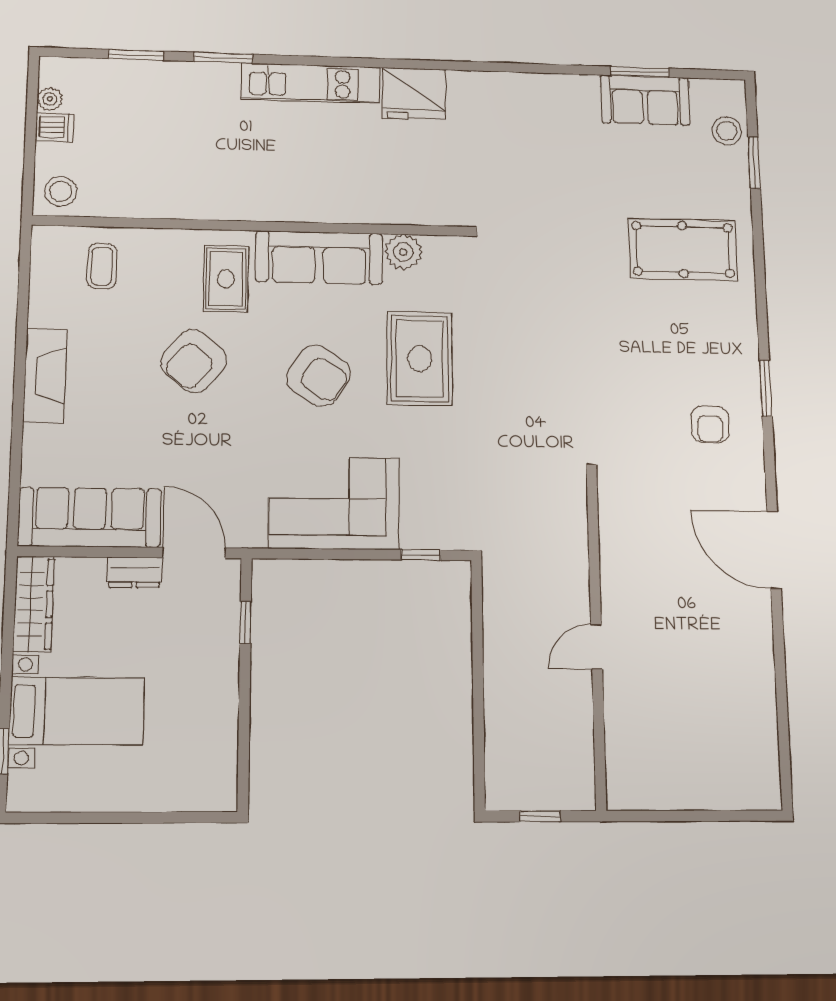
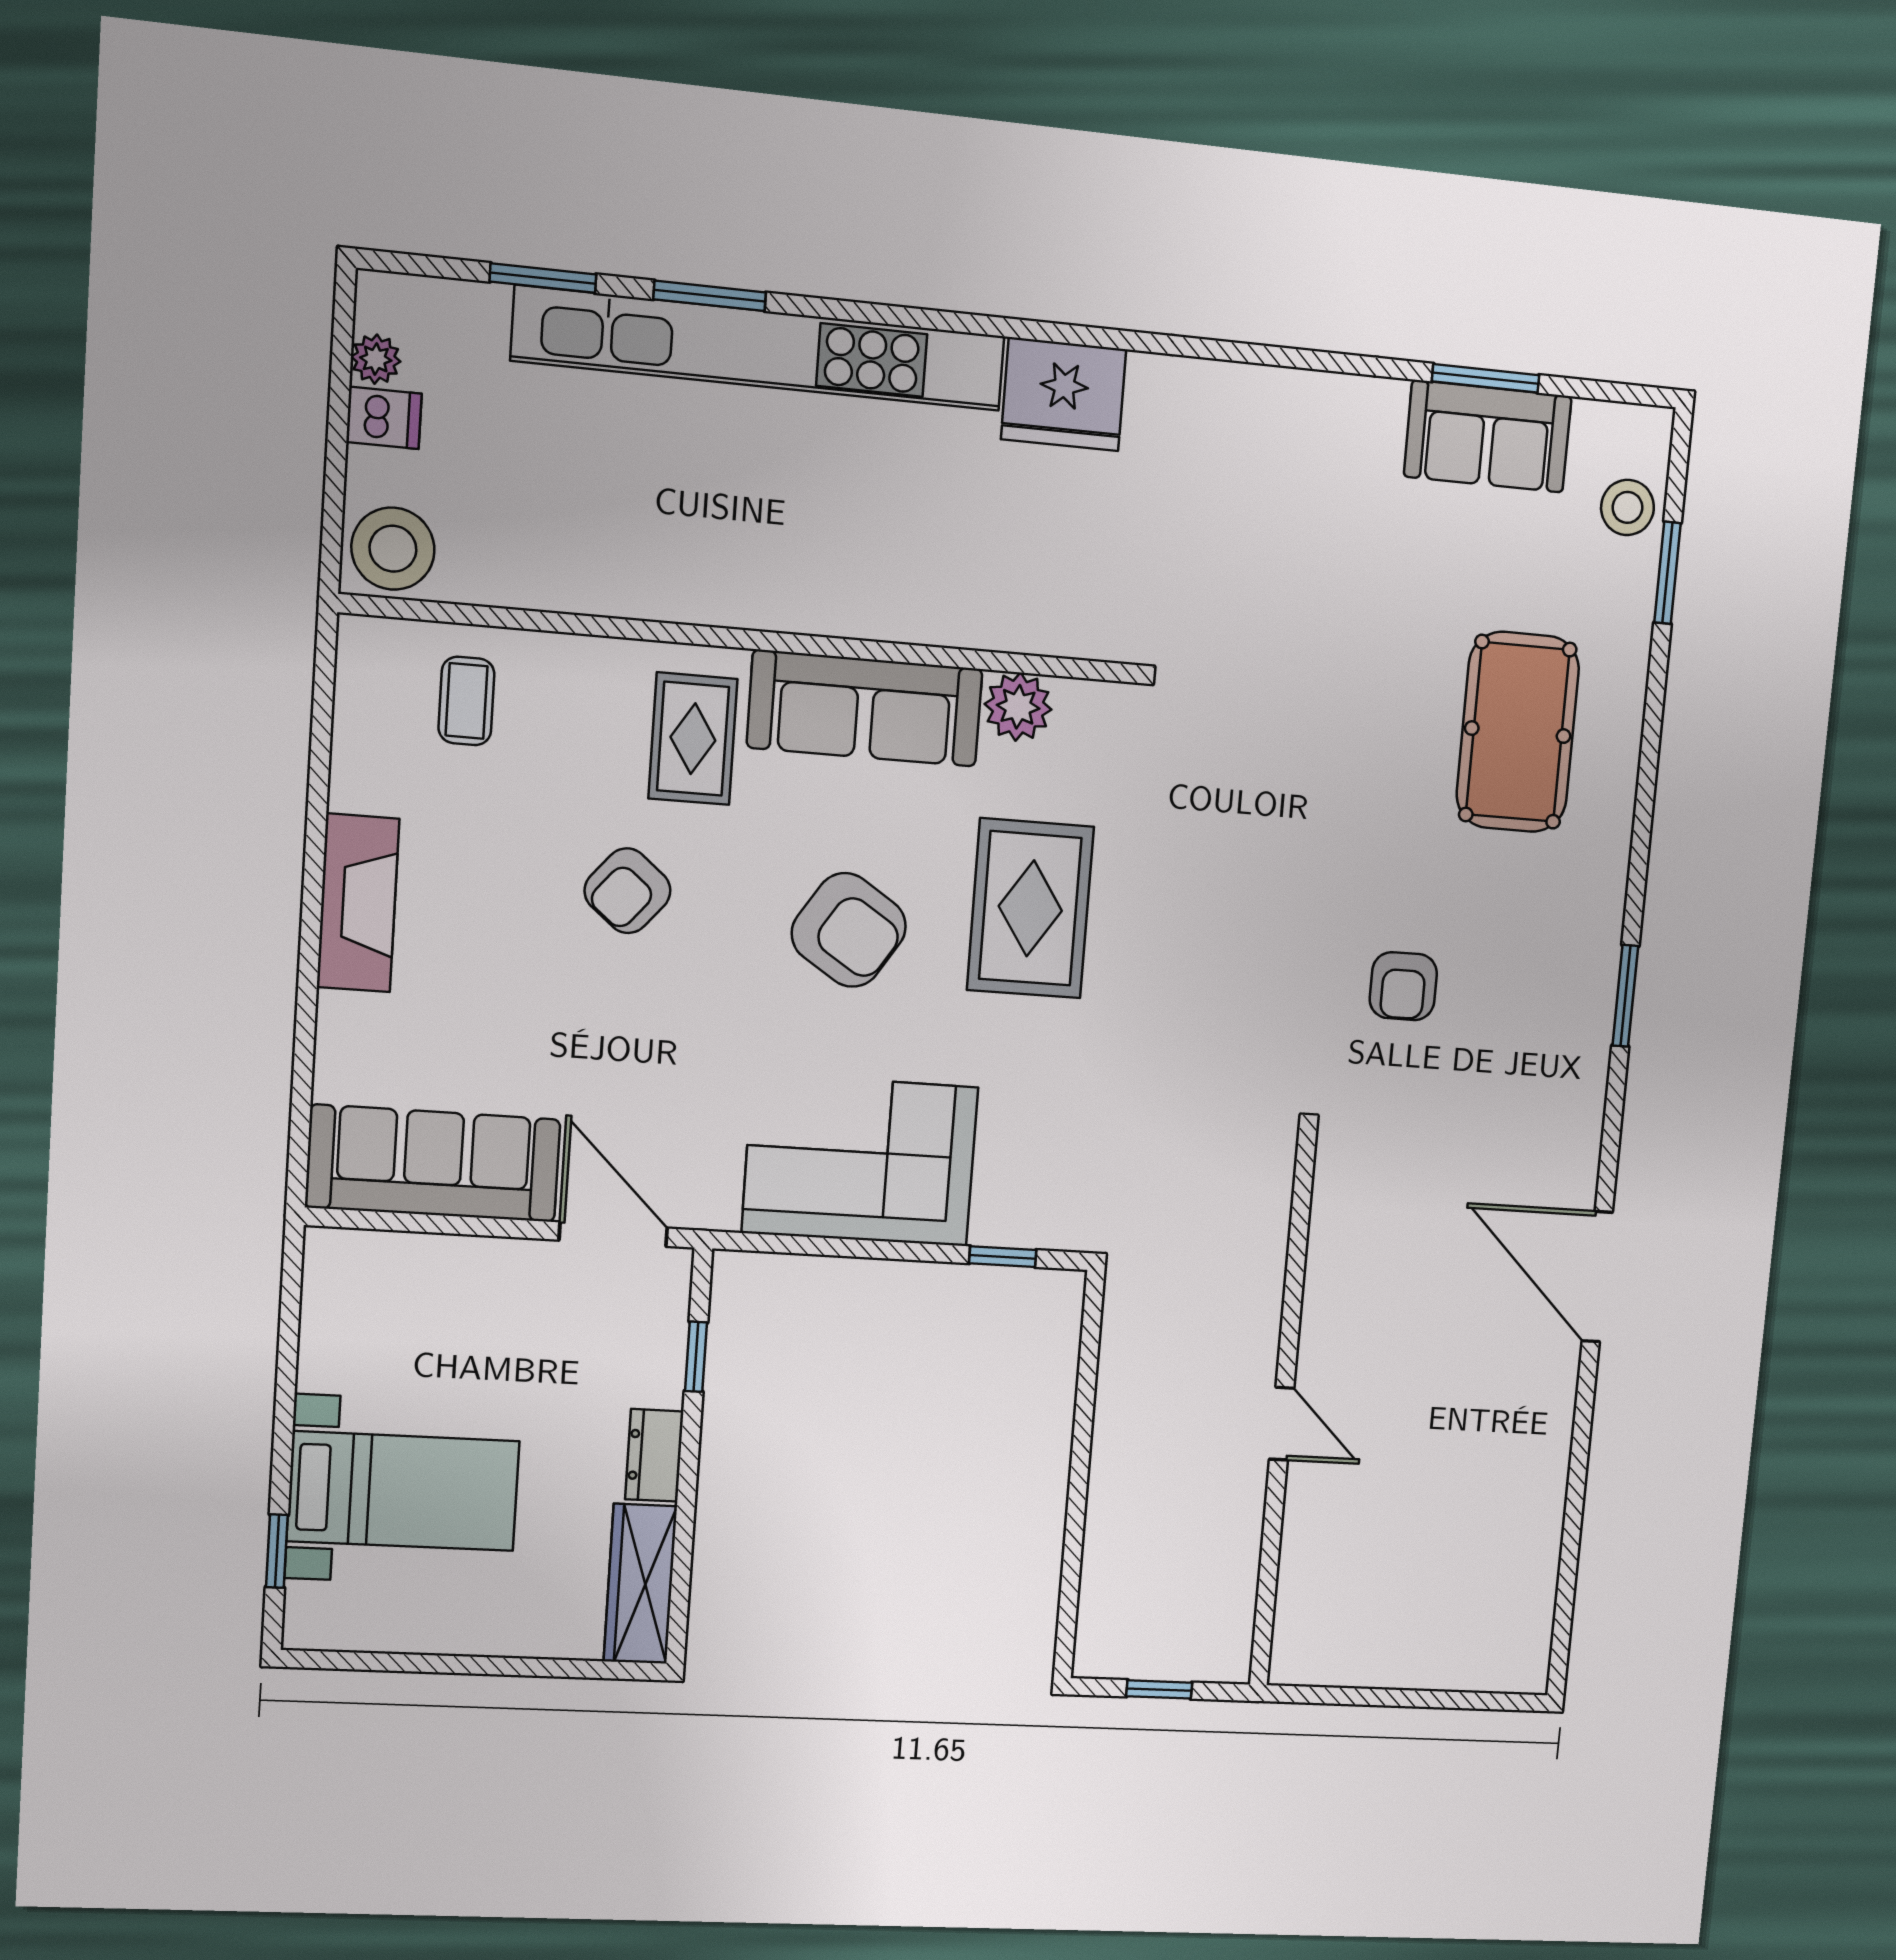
kitchen unit: (311, 83) -> (760, 348), width x1.86
stool: (61, 191) -> (393, 549), width x1.38, depth x1.38
pool table: (683, 249) -> (1518, 732), turned 90
armchair: (194, 361) -> (628, 891), width x0.72, depth x0.72
armchair: (710, 424) -> (1403, 986), moved
dresser: (134, 572) -> (654, 1455), moved, turned 90
wardrobe: (34, 604) -> (640, 1584), moved, turned 180
door: (597, 647) -> (1282, 1424), swing flipped

